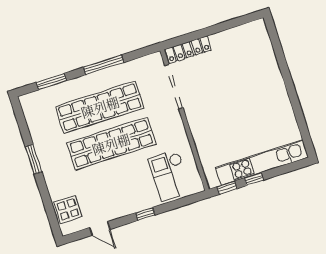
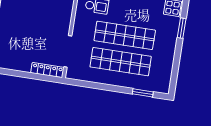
window: (104, 65) -> (105, 87), removed
window: (34, 159) -> (182, 28), moved

